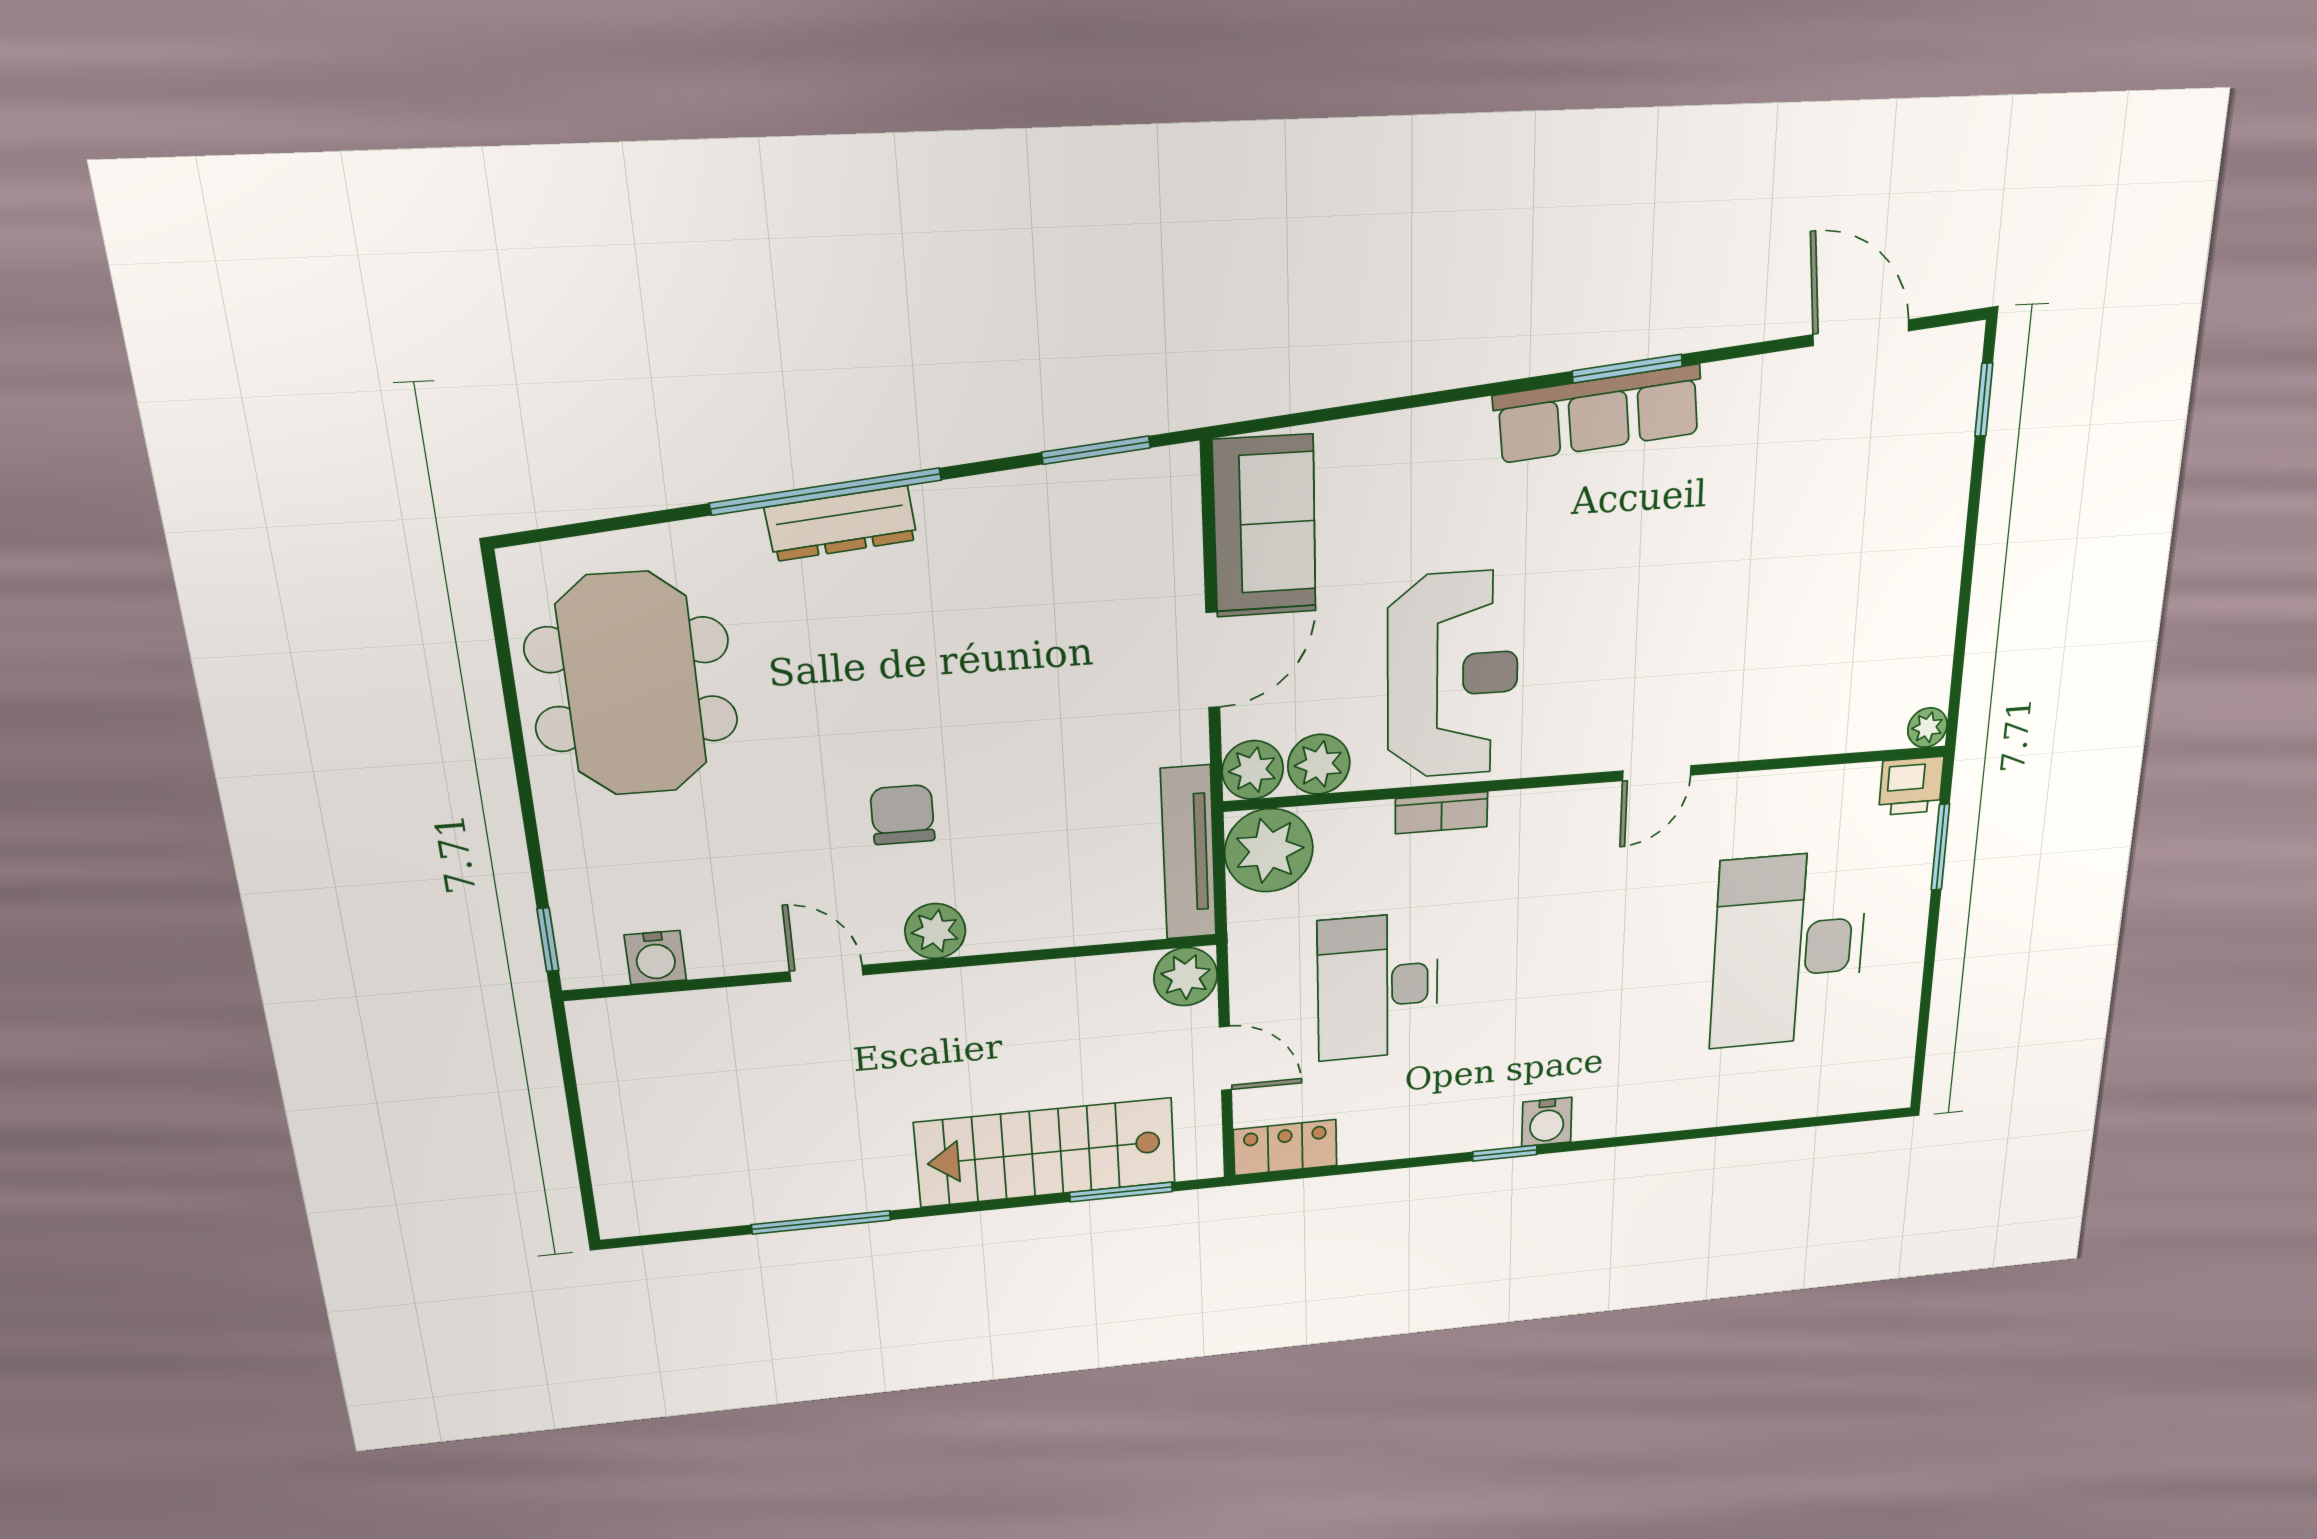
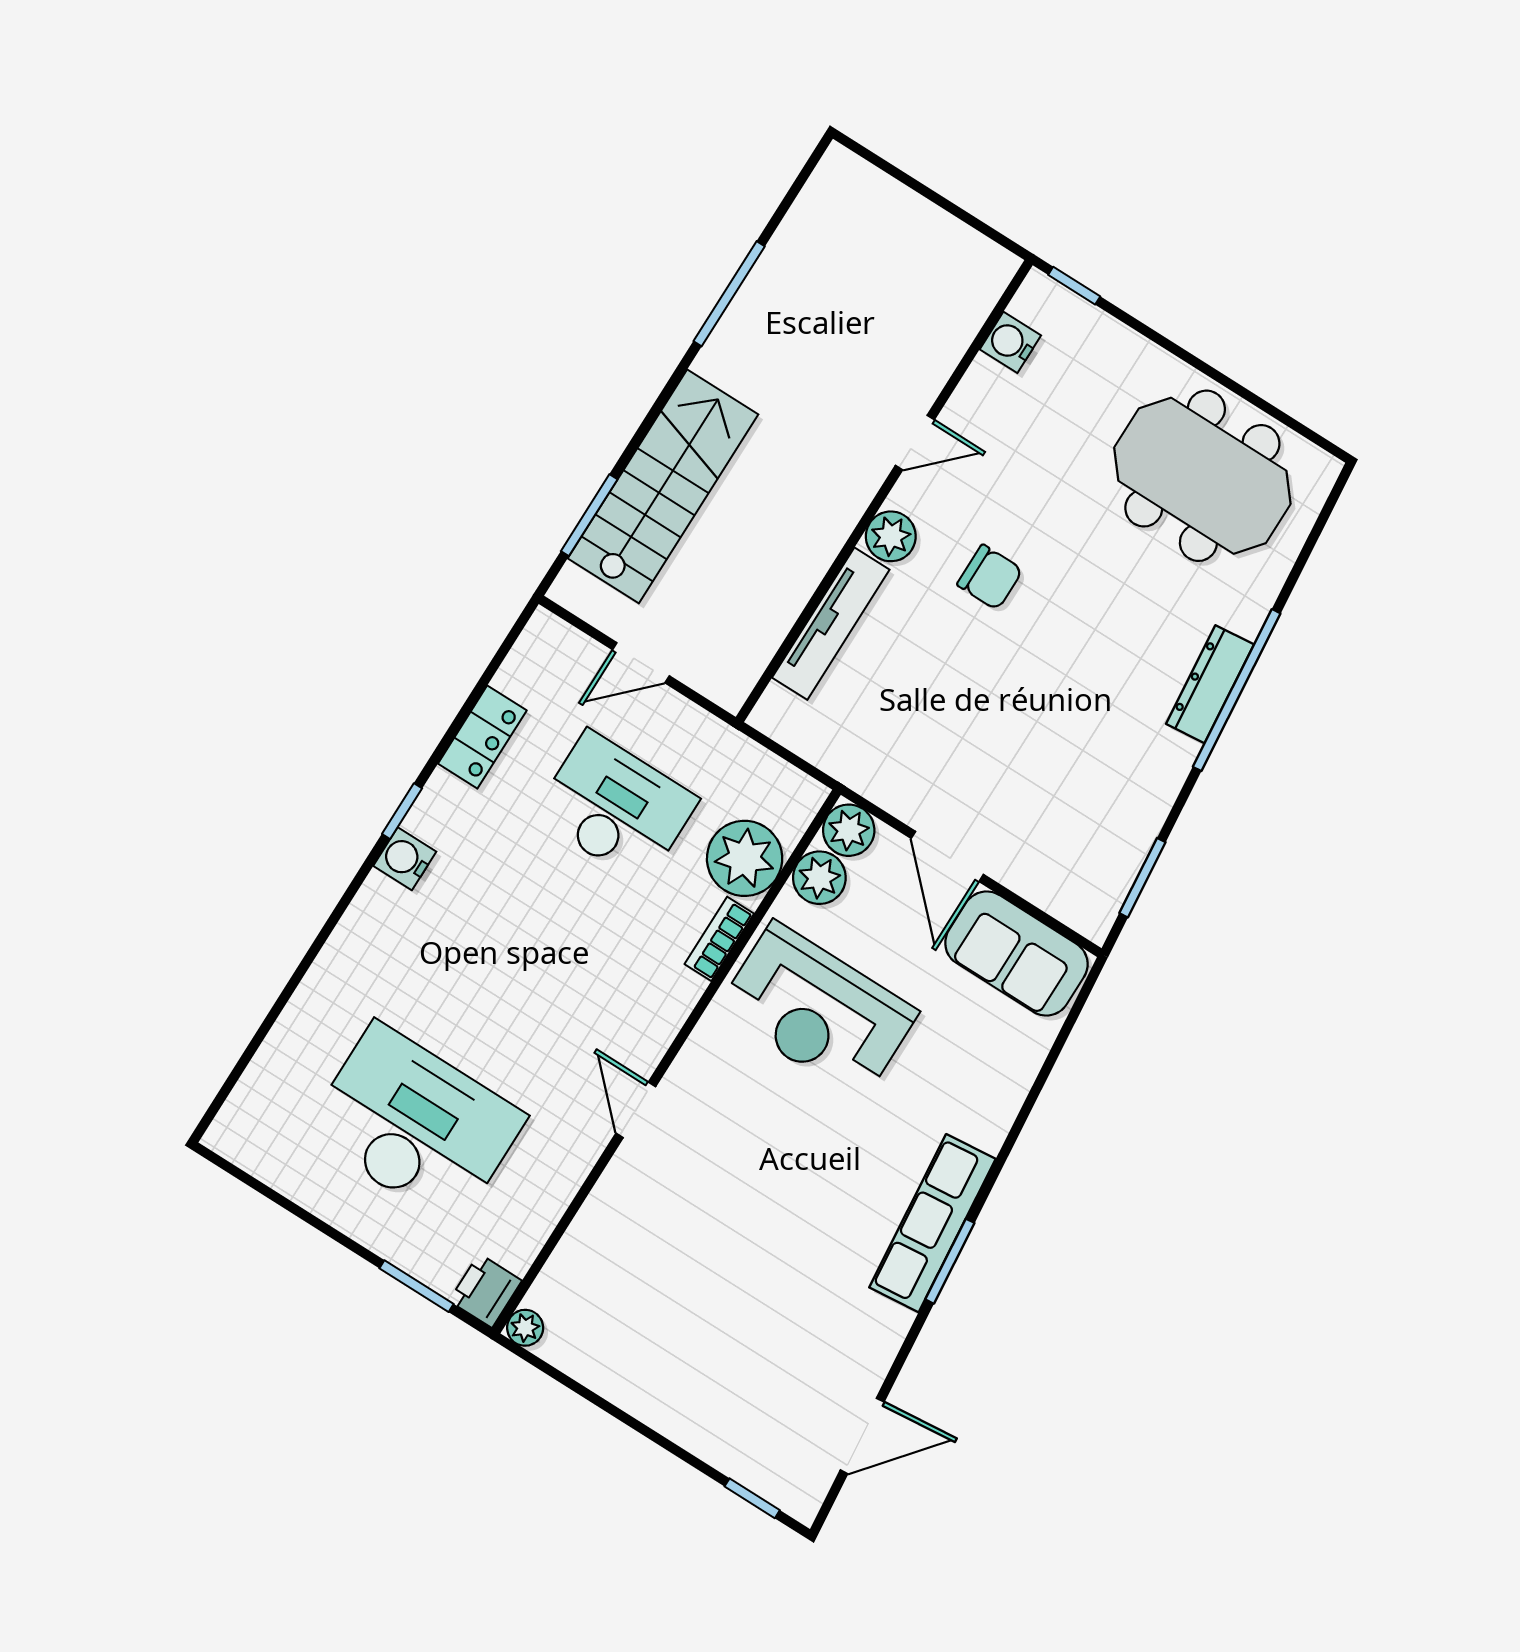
plant: (1269, 850) -> (745, 858), moved
tv unit: (1188, 853) -> (831, 624), moved, turned 90
plant: (1186, 977) -> (727, 679), removed
locker: (1285, 1148) -> (482, 737), moved

